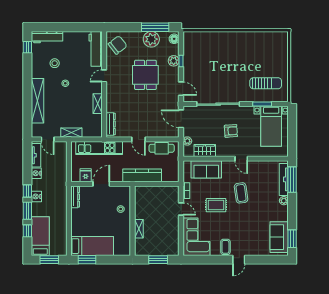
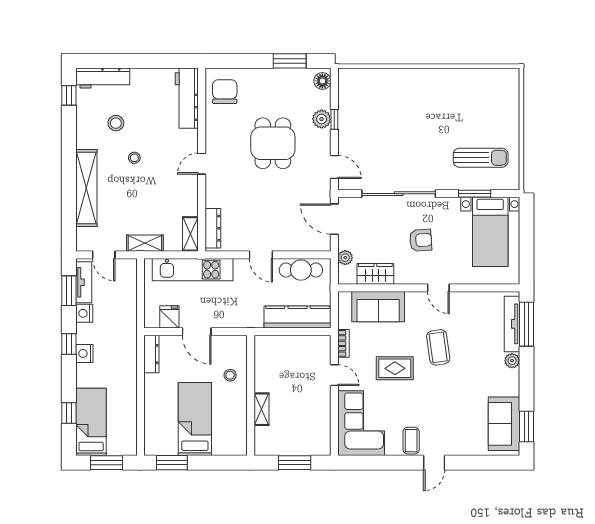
window: (155, 27) -> (290, 61), width x0.69
plant: (151, 39) -> (283, 82), removed
chair: (118, 45) -> (225, 92), turned -52
door: (104, 76) -> (202, 164), moved
shelving: (98, 104) -> (190, 234), moved
kitchen counter: (142, 175) -> (297, 317), moved
door: (101, 184) -> (197, 332), swing flipped
window: (27, 211) -> (69, 291), moved
bed: (92, 246) -> (195, 419), moved, turned -90

